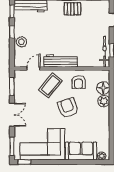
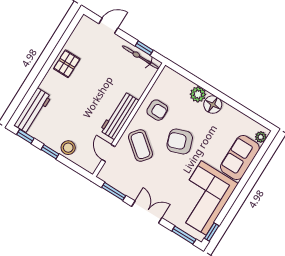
floor lamp: (103, 88) -> (213, 105), moved

